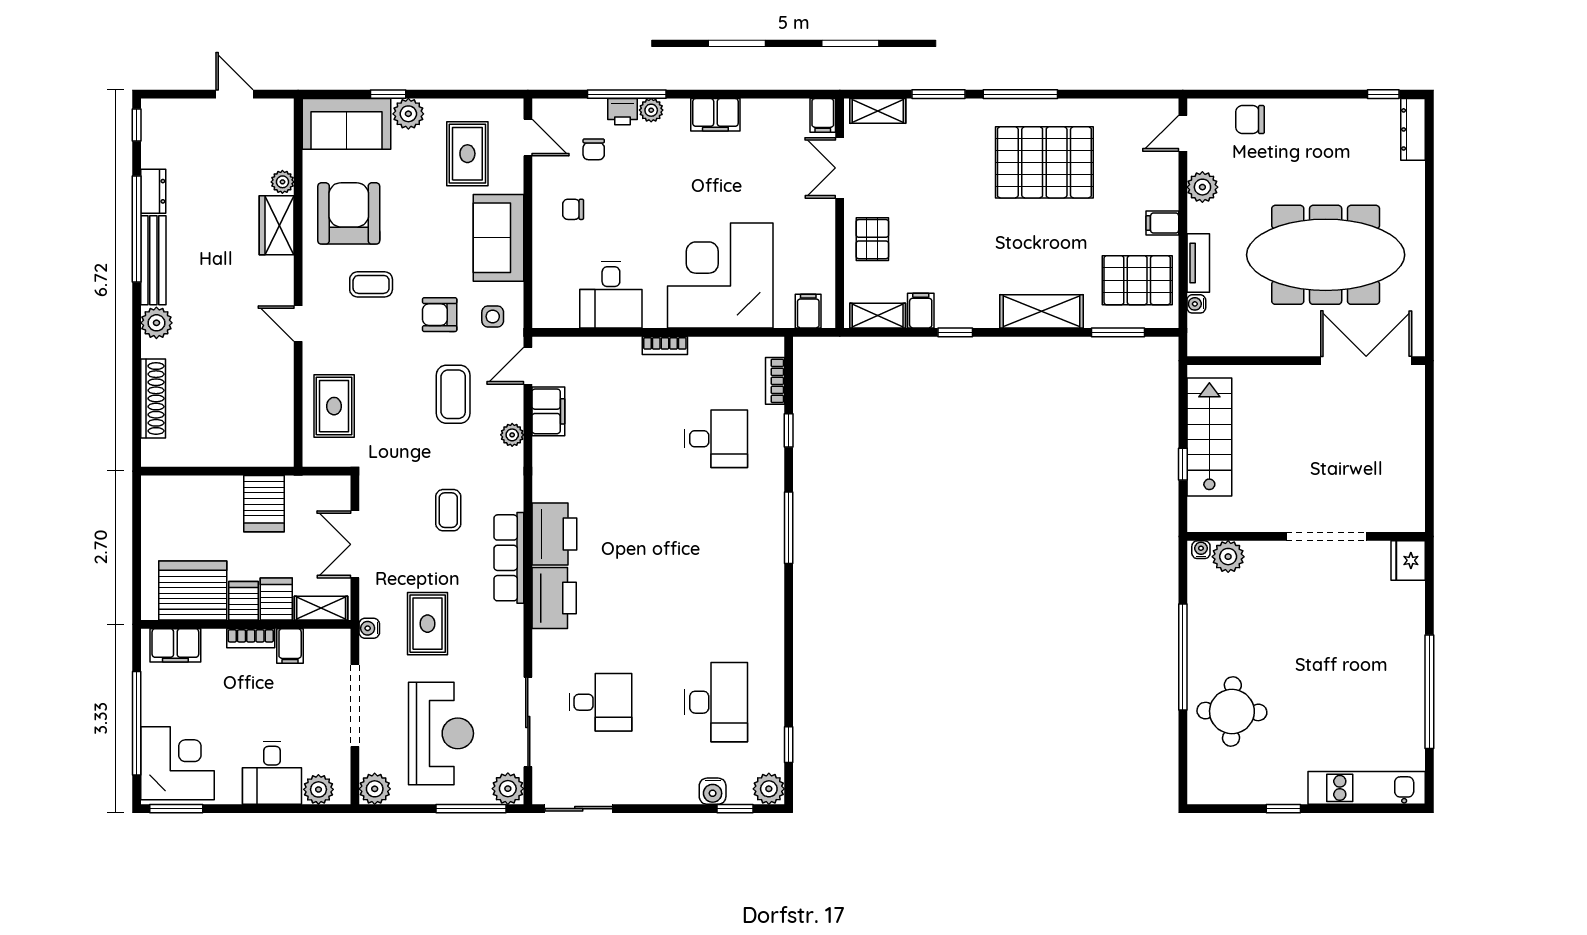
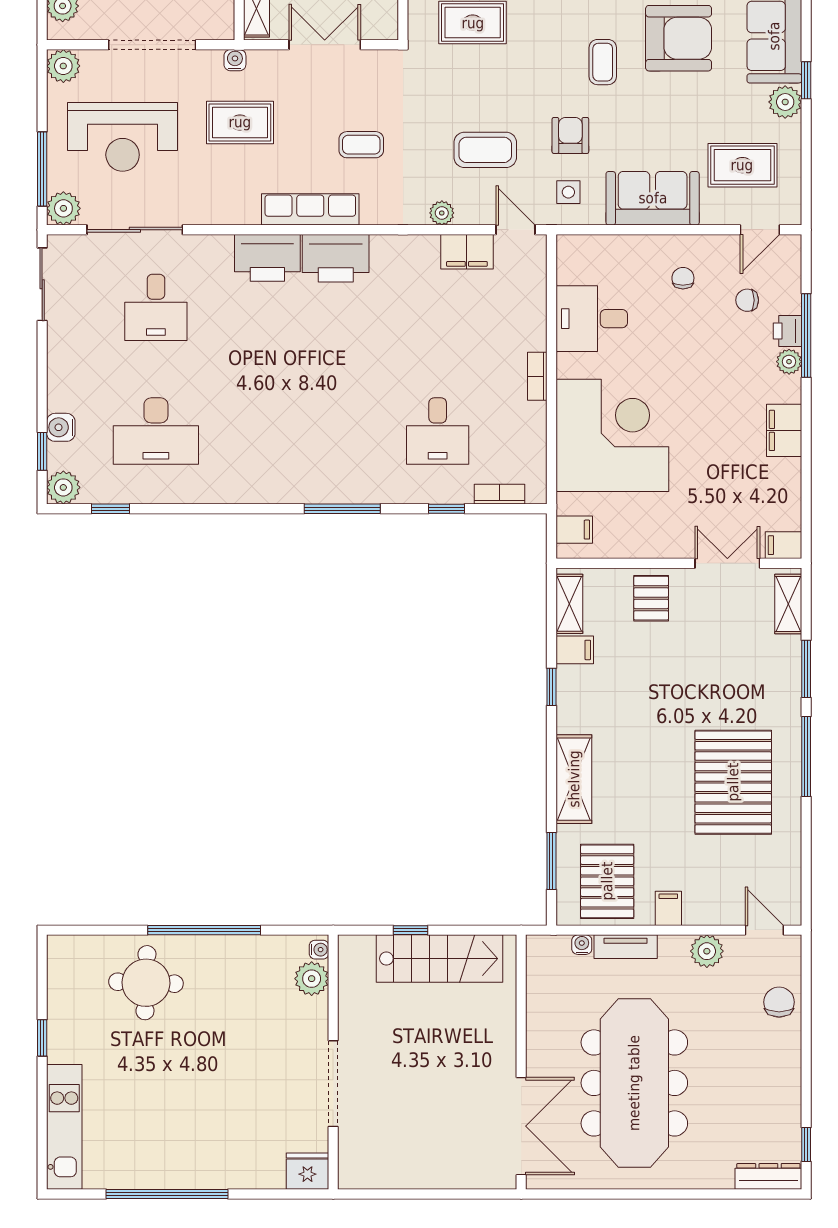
pallet: (872, 239) -> (651, 598), turned 90

